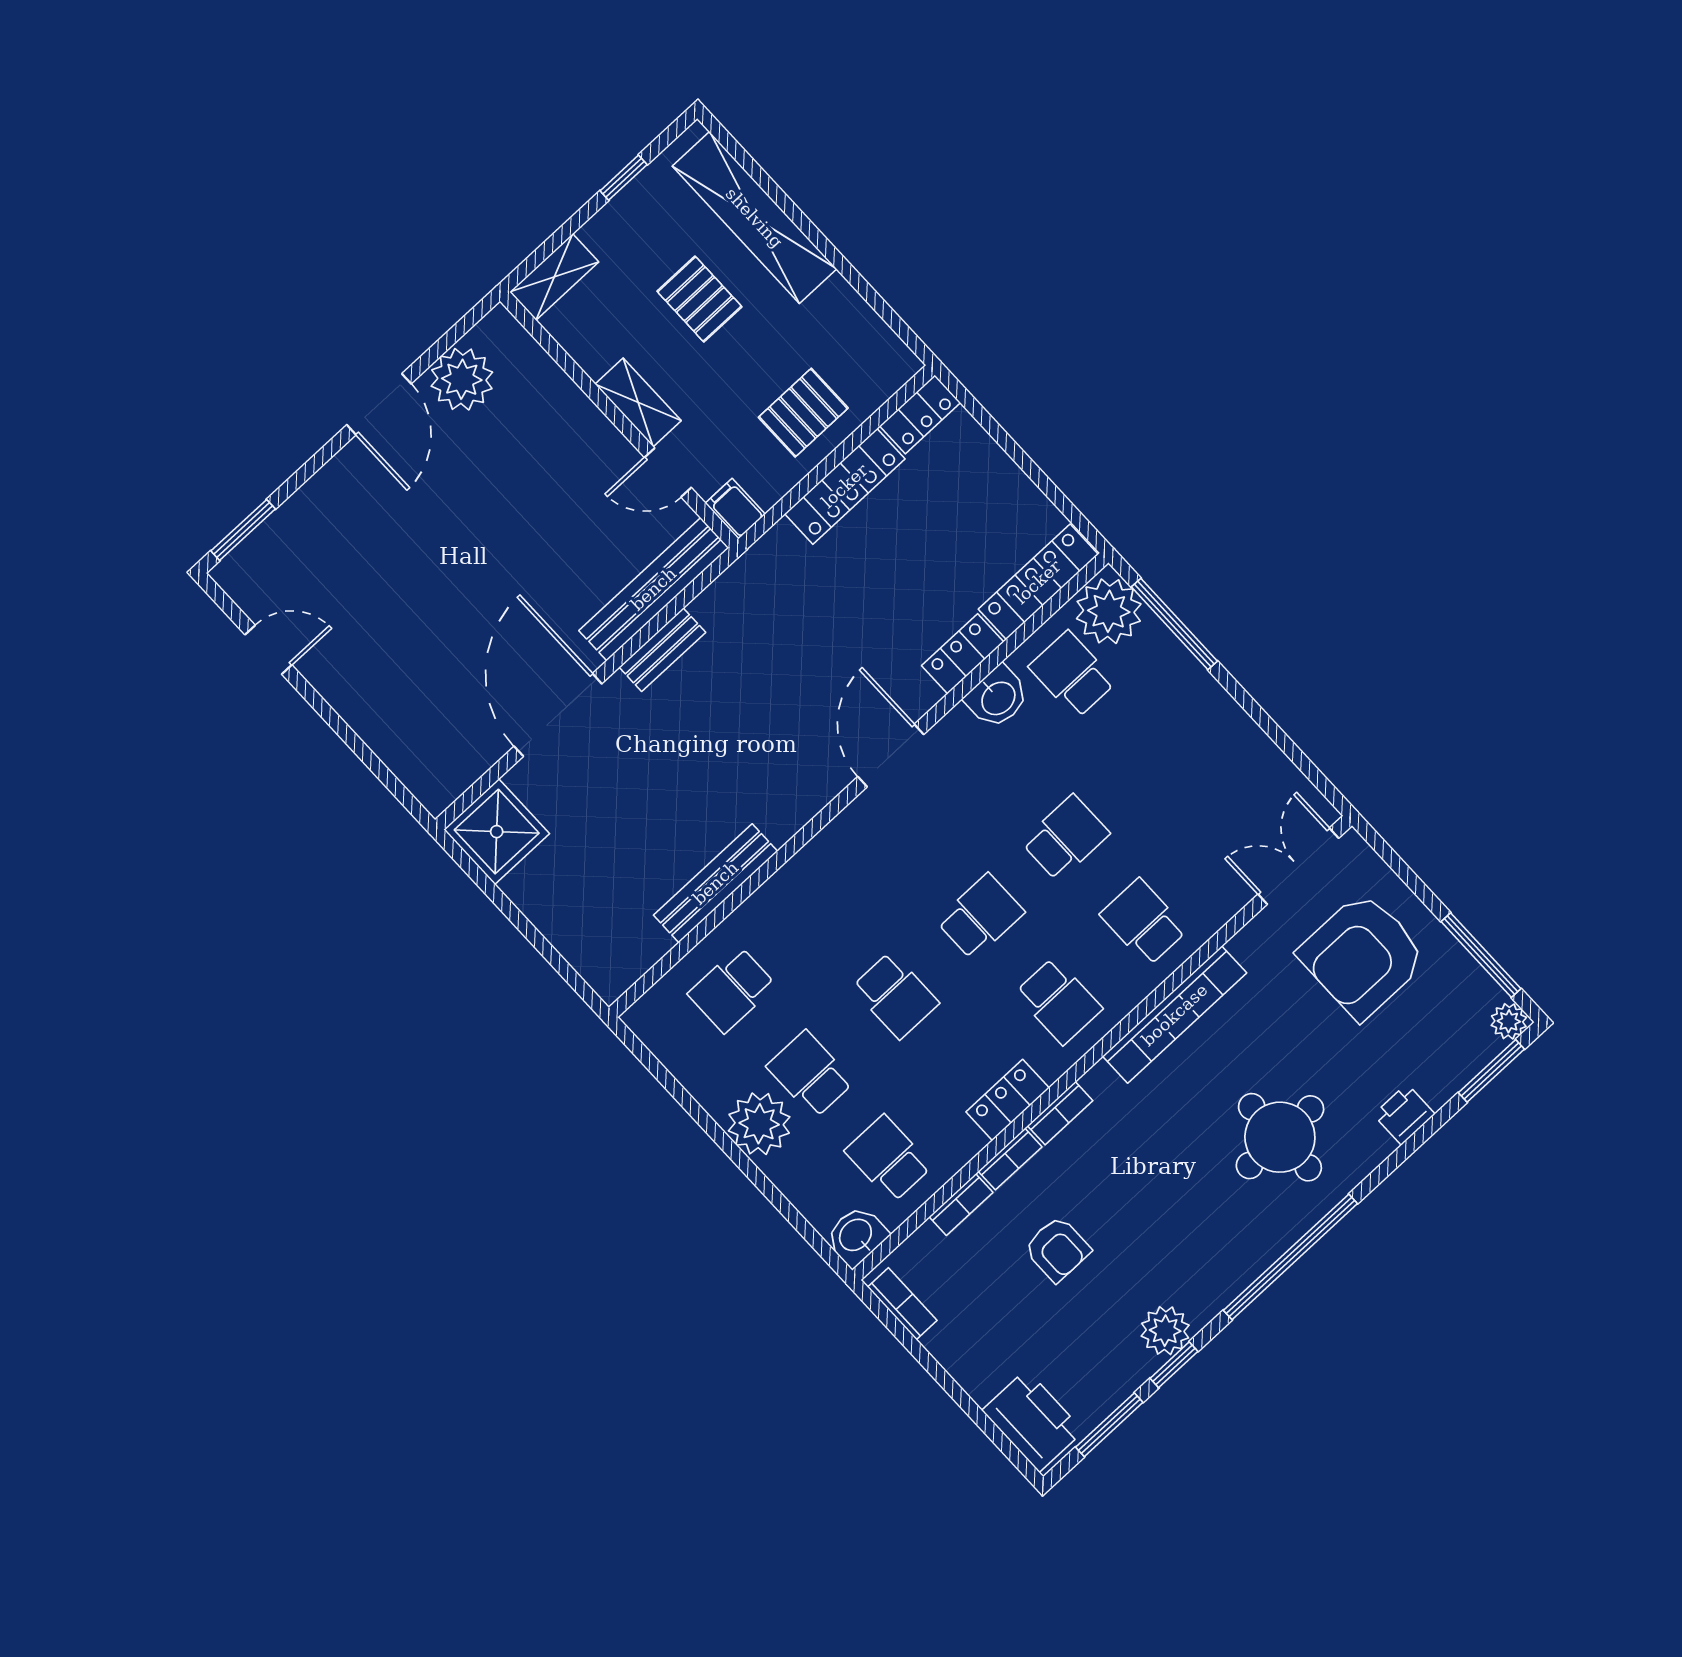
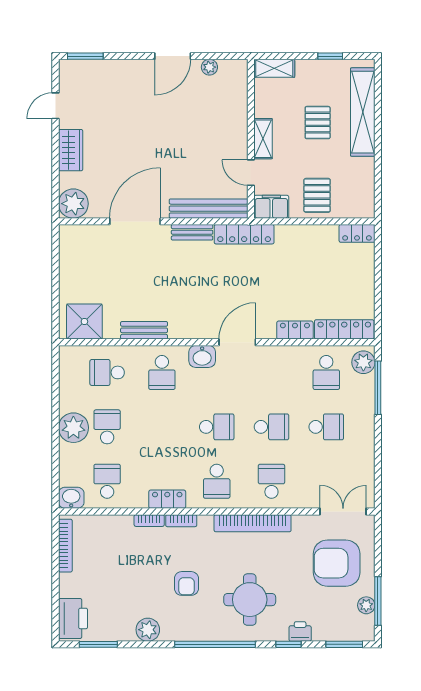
plant: (462, 379) -> (209, 67), width x0.53, depth x0.53
pallet: (803, 413) -> (317, 195), turned 90
locker: (845, 486) -> (244, 234), moved
filing cabinet: (735, 509) -> (271, 207), width x2.00
plant: (1109, 611) -> (363, 362), width x0.73, depth x0.73
door: (268, 650) -> (56, 106), swing flipped
school desk: (1072, 674) -> (326, 372), turned 180
wardrobe: (356, 697) -> (71, 150), added
washbasin: (997, 697) -> (202, 356), moved
school desk: (1151, 759) -> (326, 427), added
plant: (437, 776) -> (73, 204), added
shower: (497, 832) -> (84, 322), moved
bench: (716, 883) -> (144, 330), width x0.73
school desk: (895, 995) -> (162, 372), moved
plant: (1509, 1021) -> (366, 605), moved
bookcase: (961, 1205) -> (118, 521), removed
armchair: (1057, 1249) -> (186, 583), moved
bookcase: (902, 1304) -> (65, 546), width x1.56
window: (1174, 1365) -> (289, 644), moved

